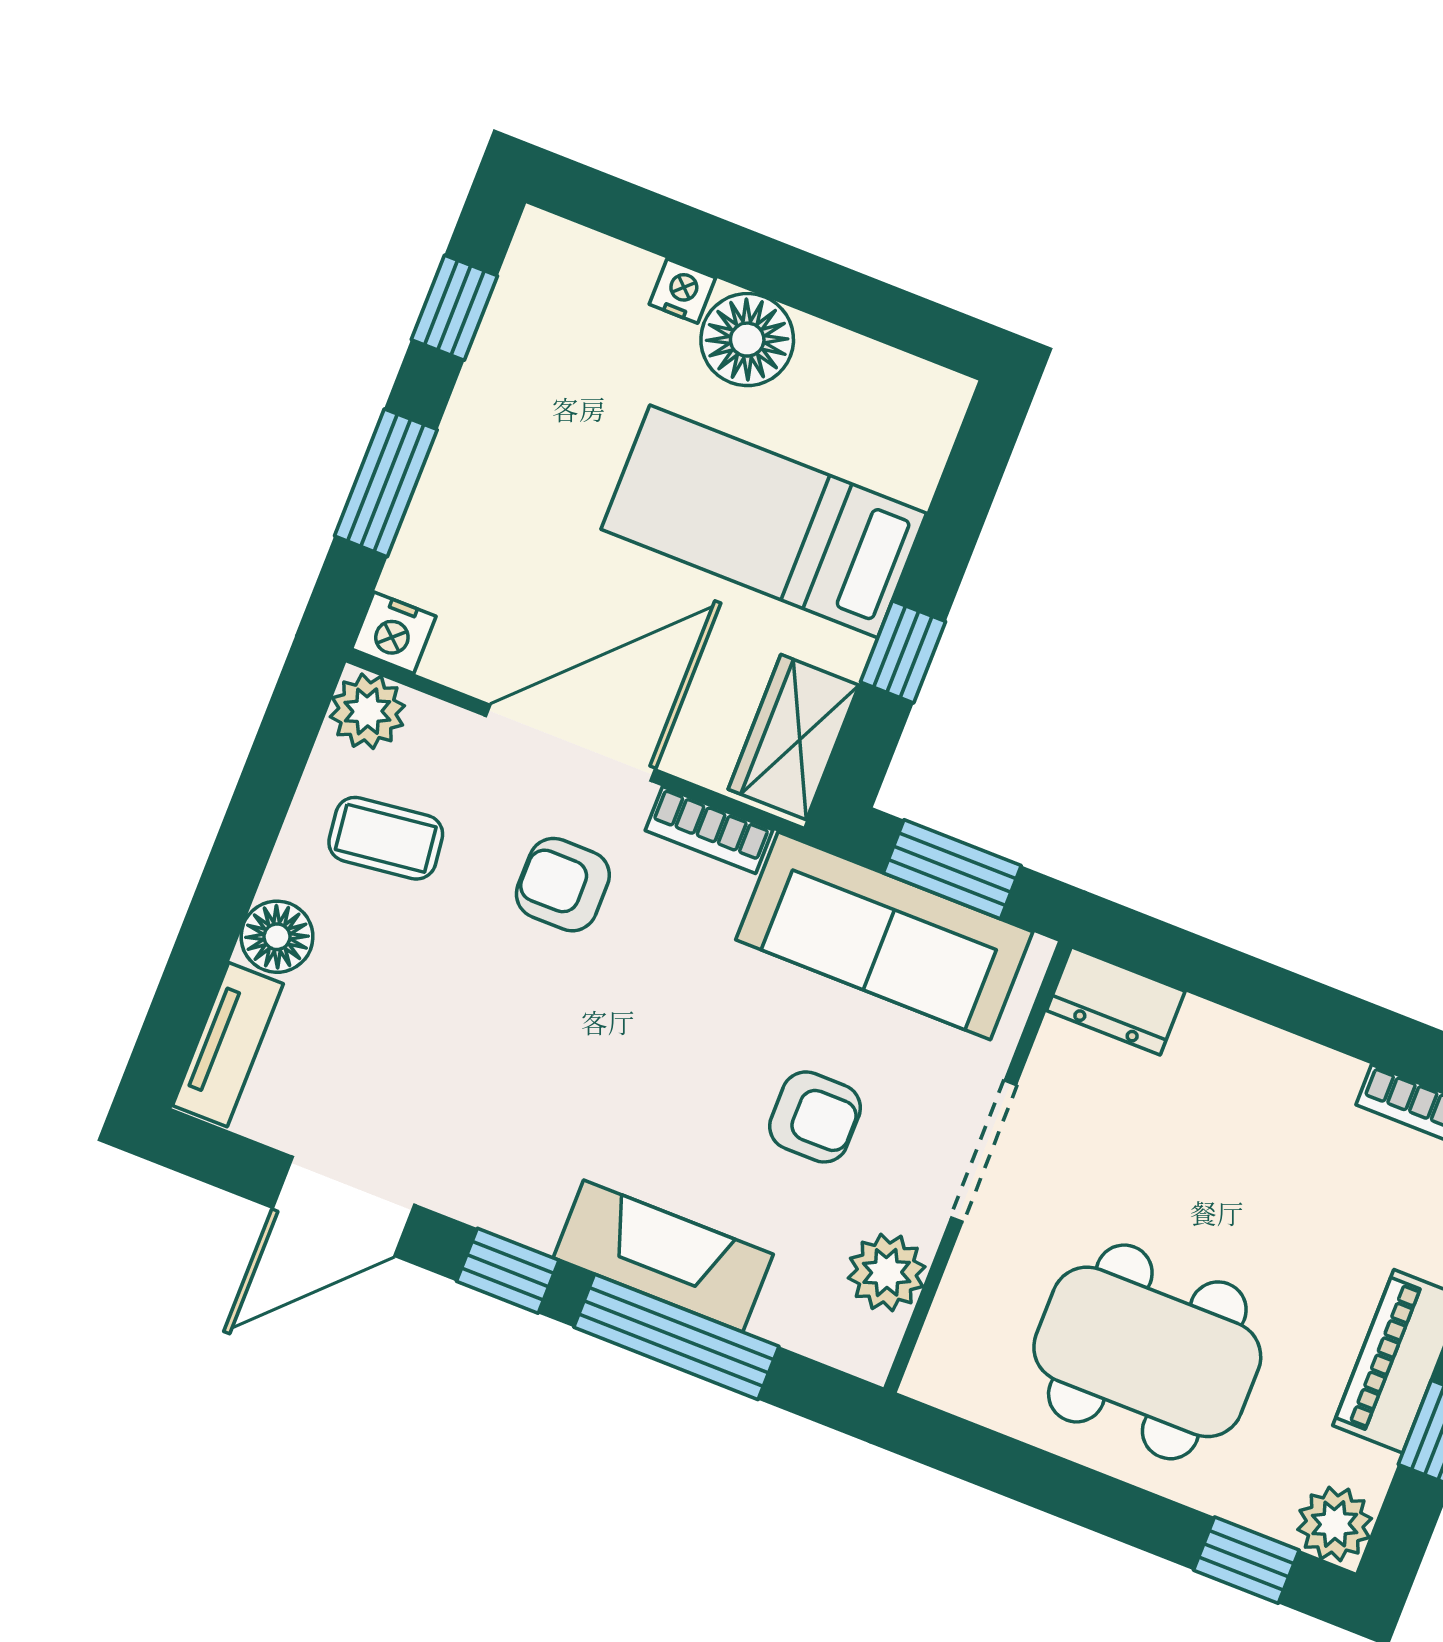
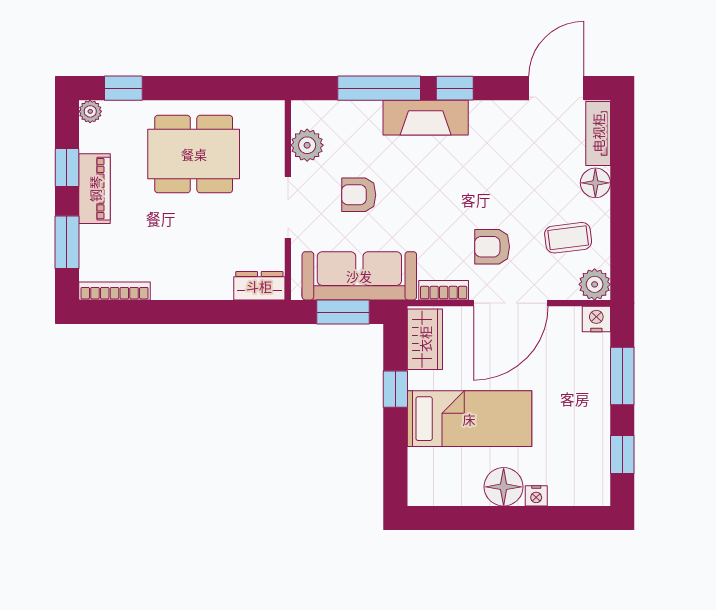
armchair: (563, 885) -> (492, 247), turned 180
door: (343, 1206) -> (556, 88), moved
fireplace: (663, 1256) -> (426, 118), moved
plant: (1335, 1524) -> (90, 111), width x0.73, depth x0.73

